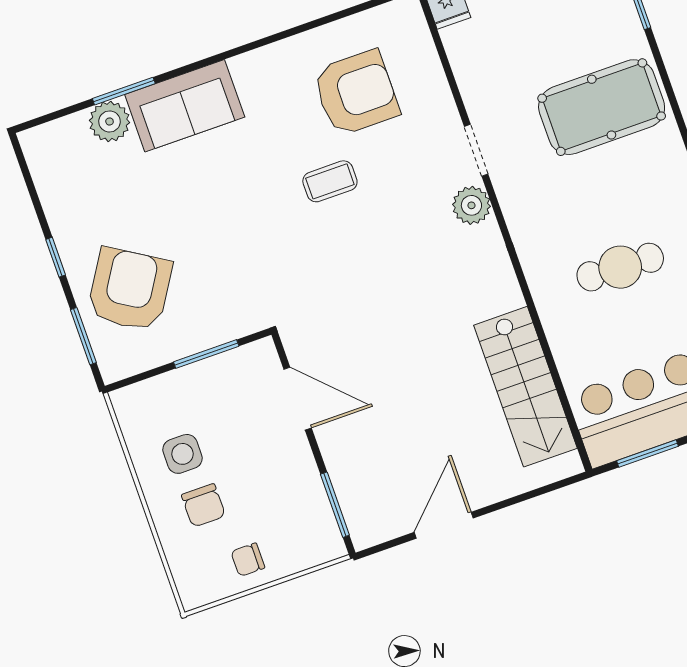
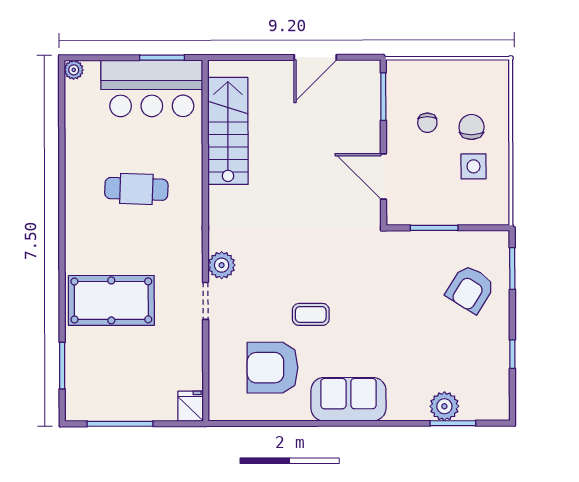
window: (124, 91) -> (453, 423), moved
sofa: (185, 106) -> (348, 399), moved
window: (56, 257) -> (512, 354), moved
armchair: (130, 289) -> (470, 289), width x0.73, depth x0.73
chair: (248, 560) -> (427, 123), moved, turned 90

